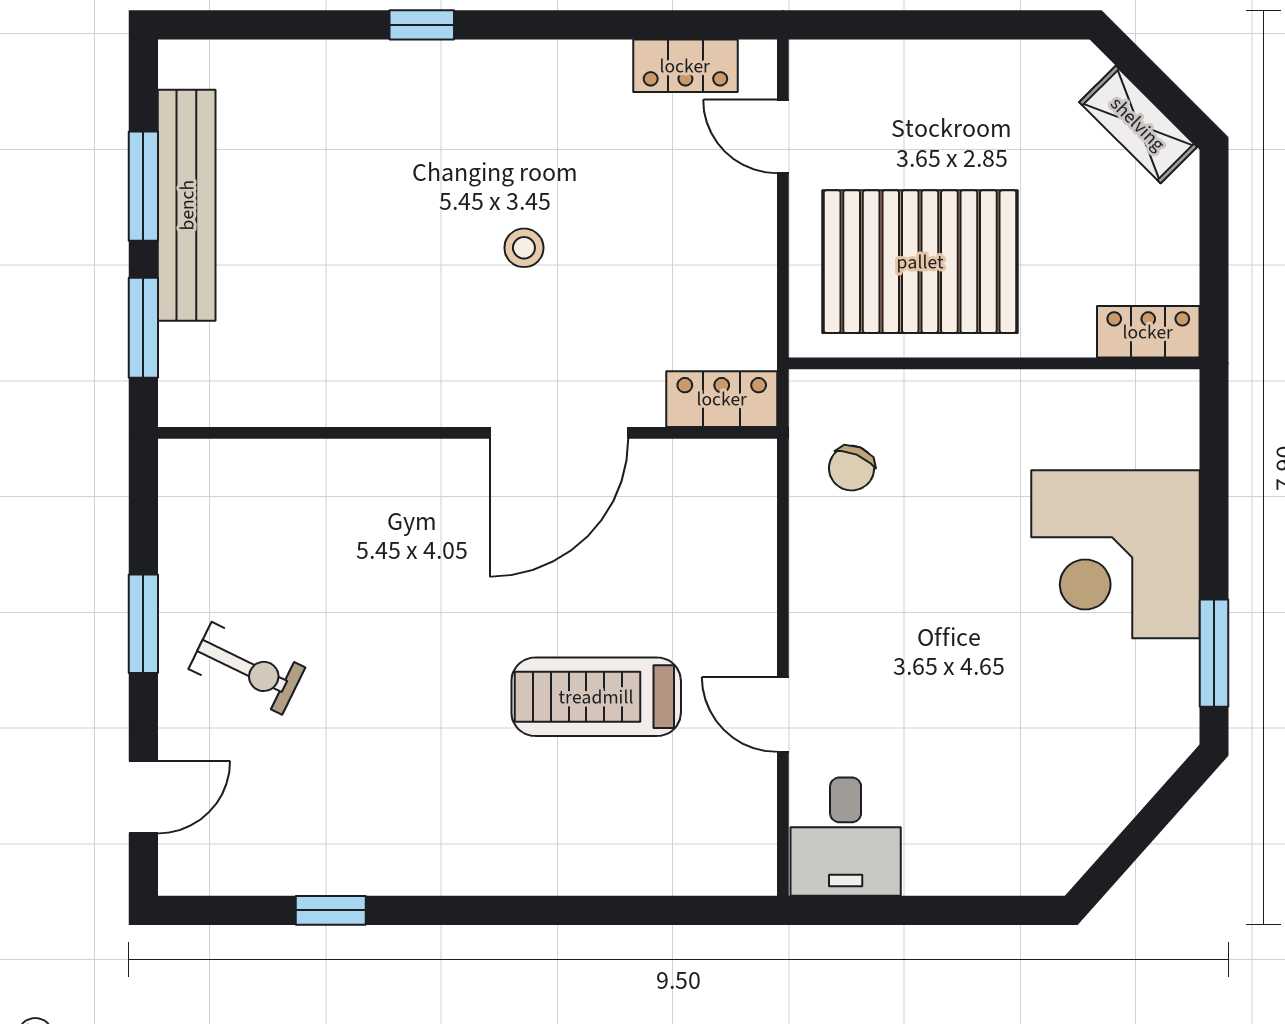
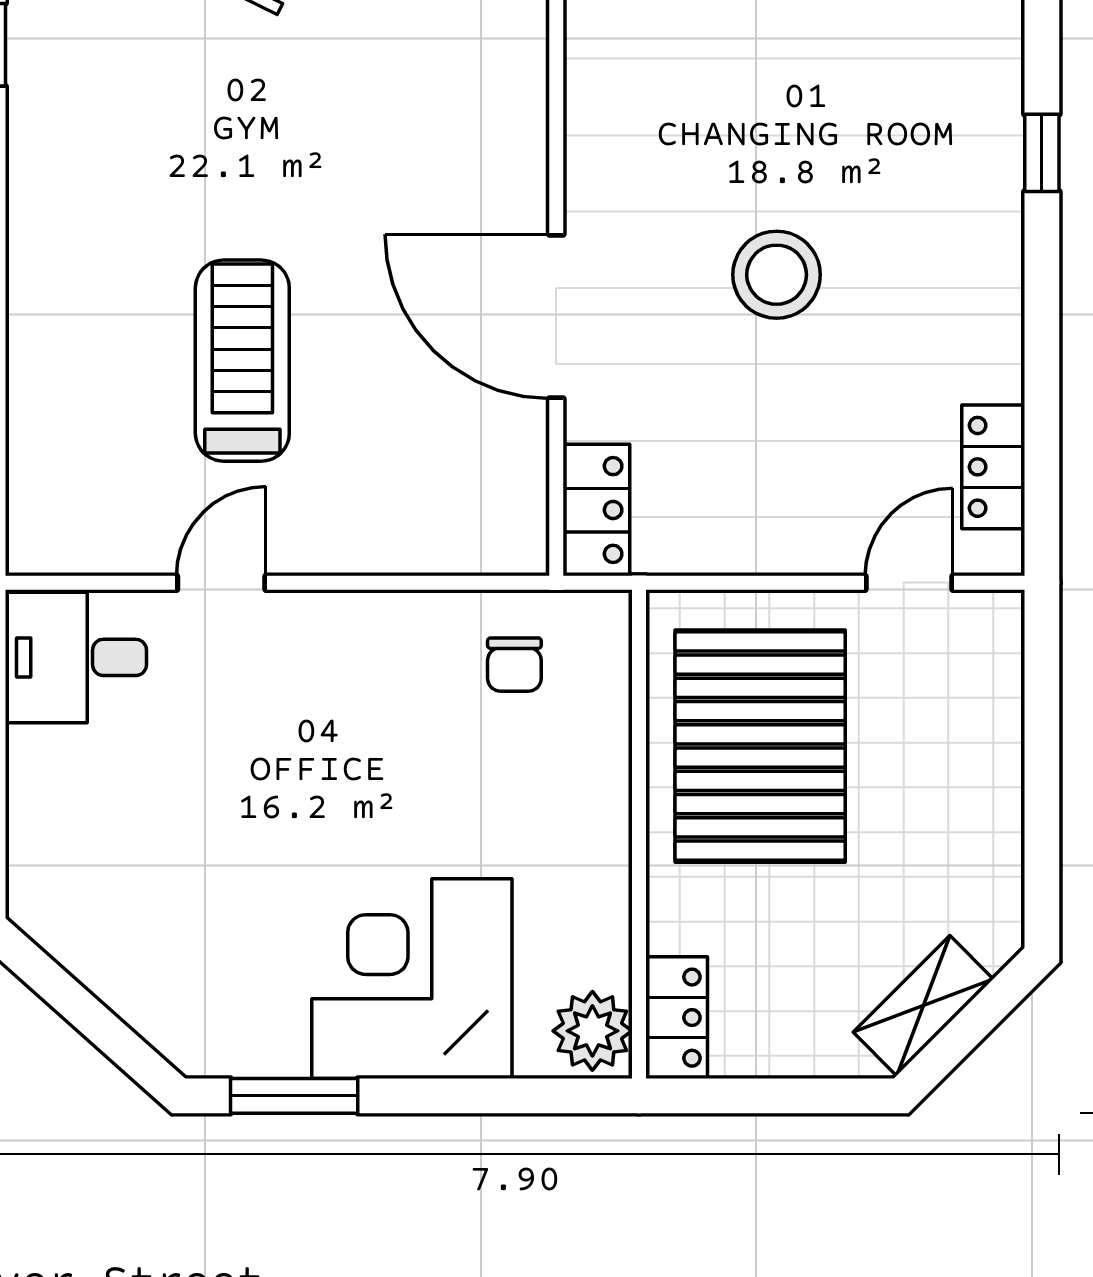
stool: (524, 248) -> (777, 275), width x1.89, depth x1.89
plant: (1159, 402) -> (592, 1031), added
chair: (852, 468) -> (514, 665), turned -113

